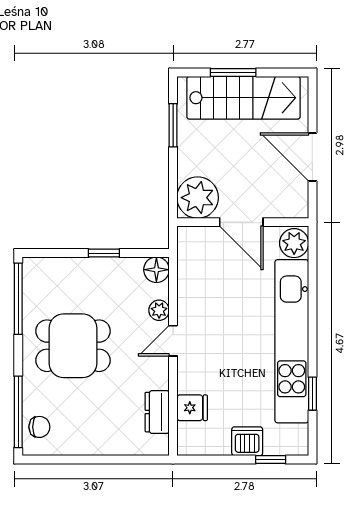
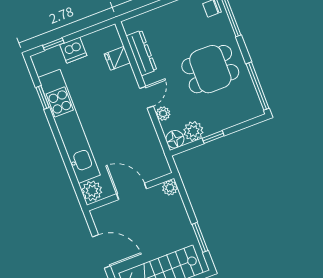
plant: (198, 198) -> (170, 188), width x0.53, depth x0.53
plant: (127, 271) -> (193, 131), added
dresser: (157, 412) -> (141, 53), width x1.44

